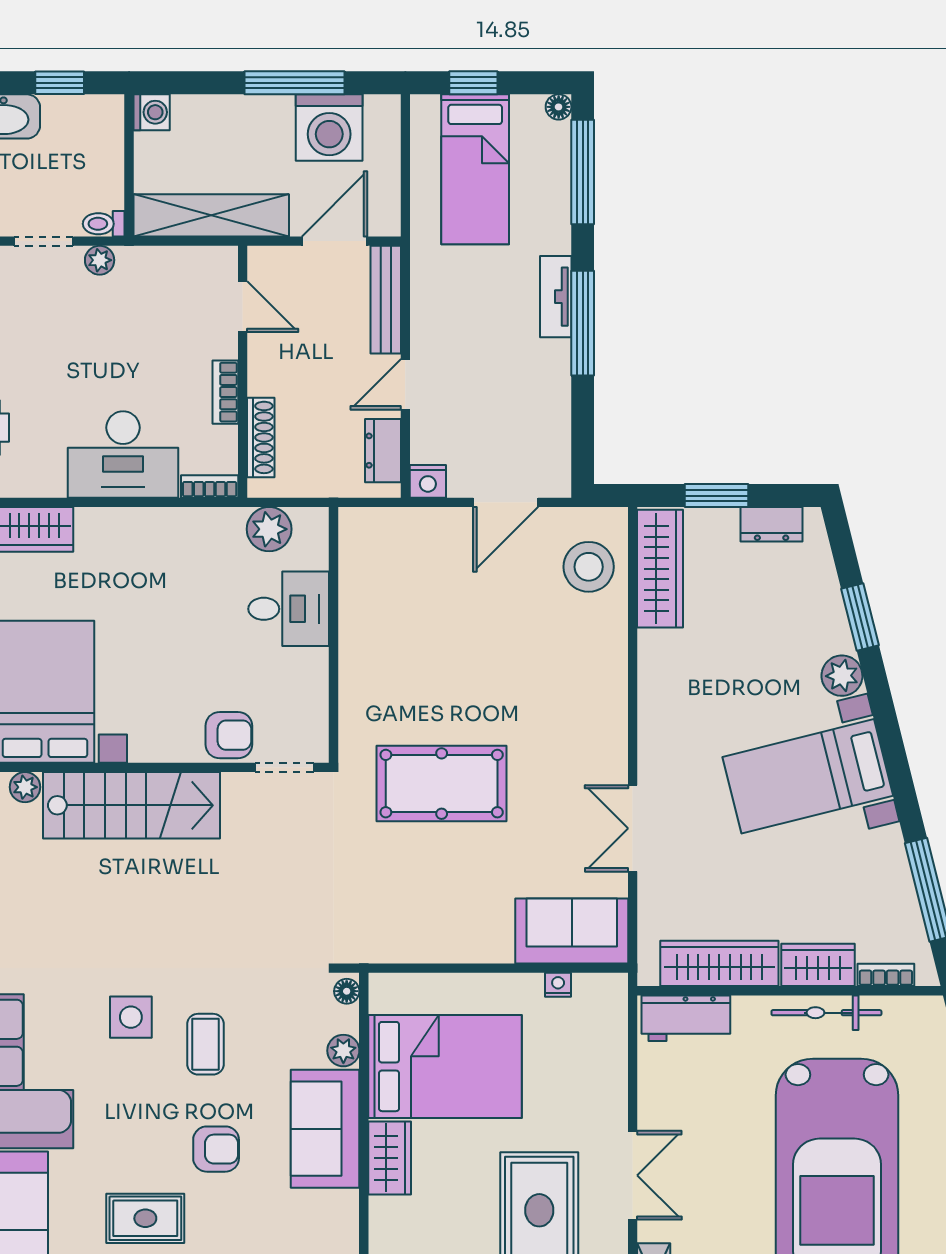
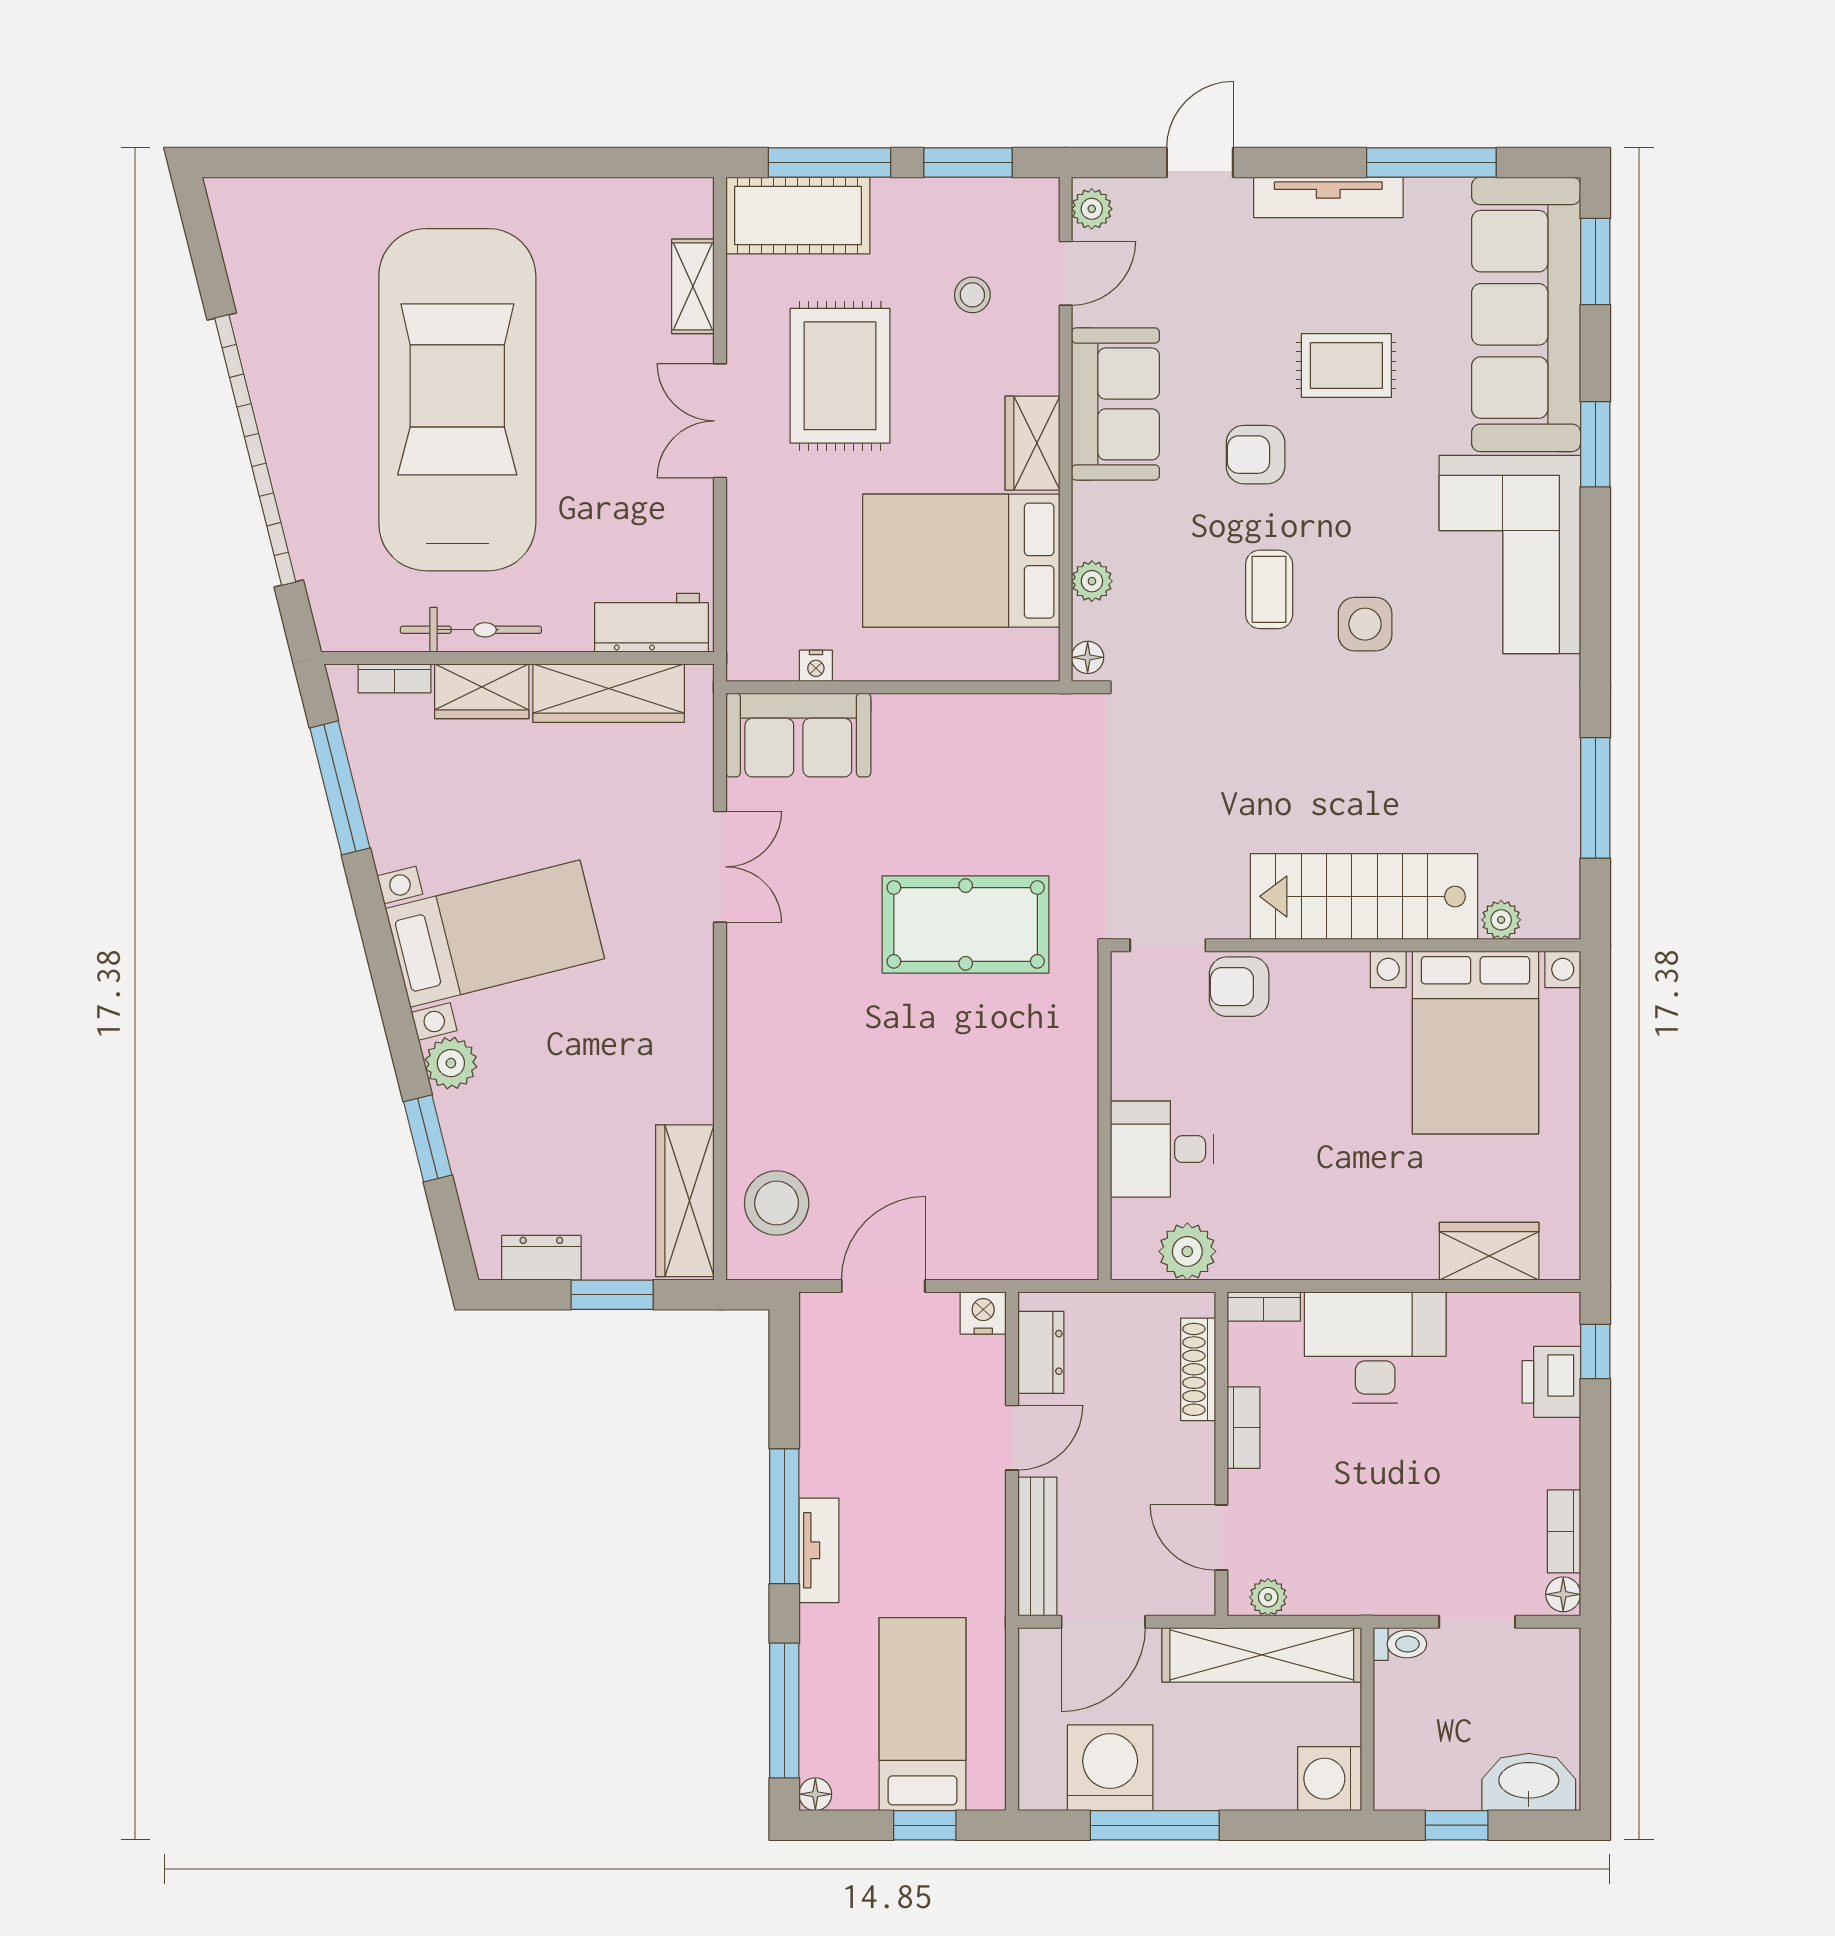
washing machine: (152, 112) -> (1330, 1779), width x1.38, depth x1.38
plant: (100, 260) -> (1268, 1597), moved
sofa: (325, 1129) -> (1115, 404), moved

